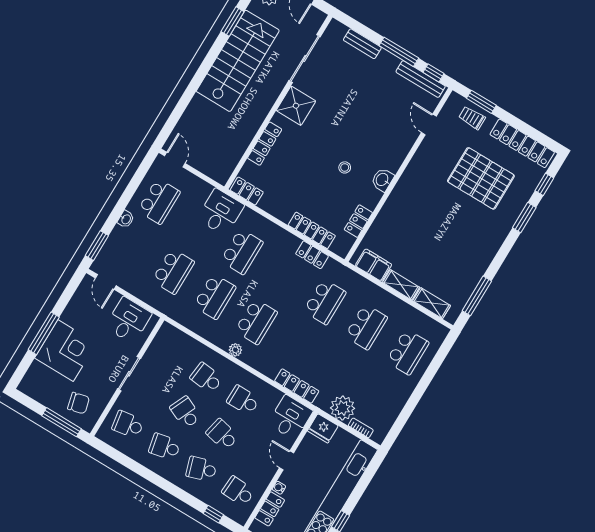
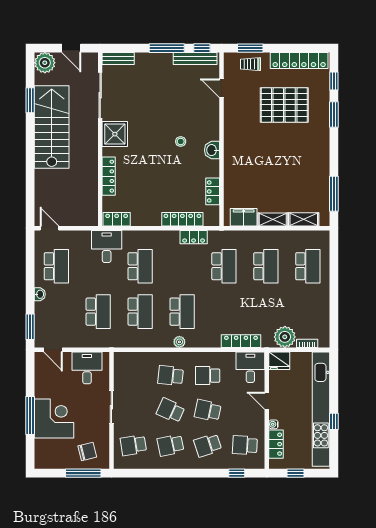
bench: (362, 44) -> (118, 58), moved
stool: (345, 167) -> (181, 141), moved

